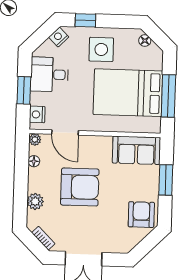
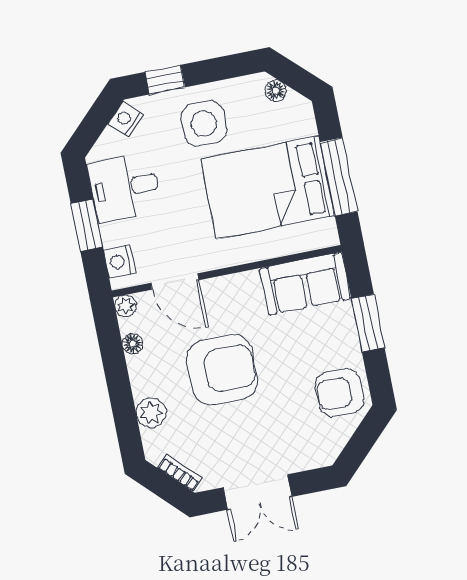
armchair: (141, 215) -> (340, 393), turned -90

